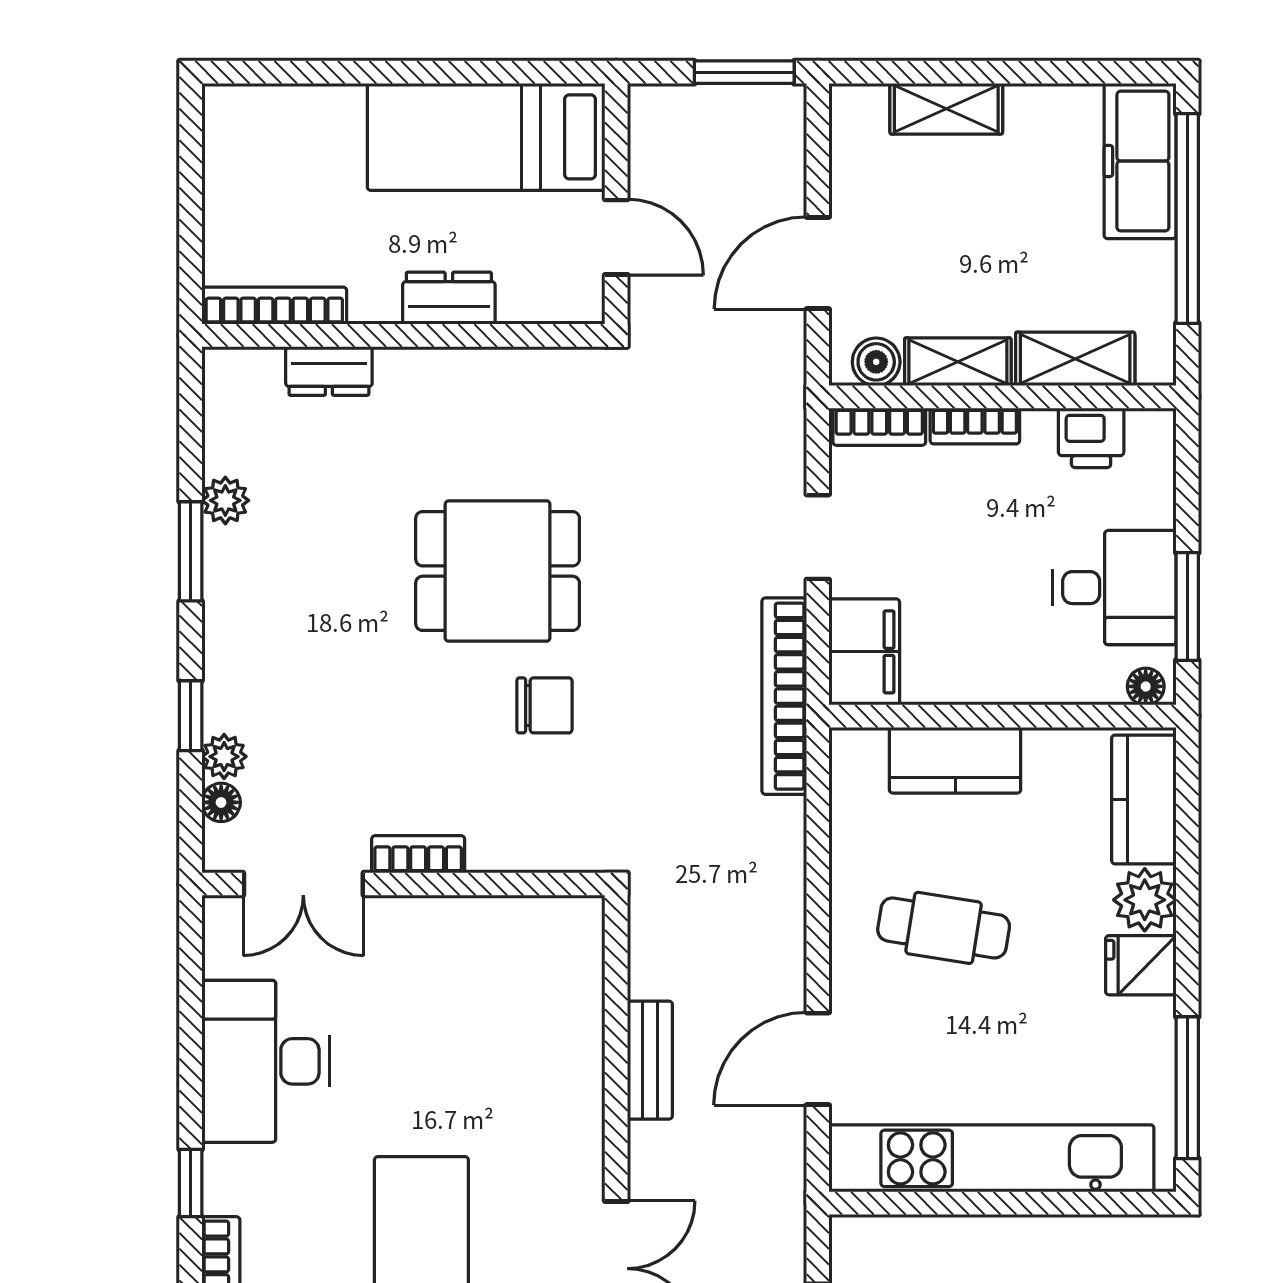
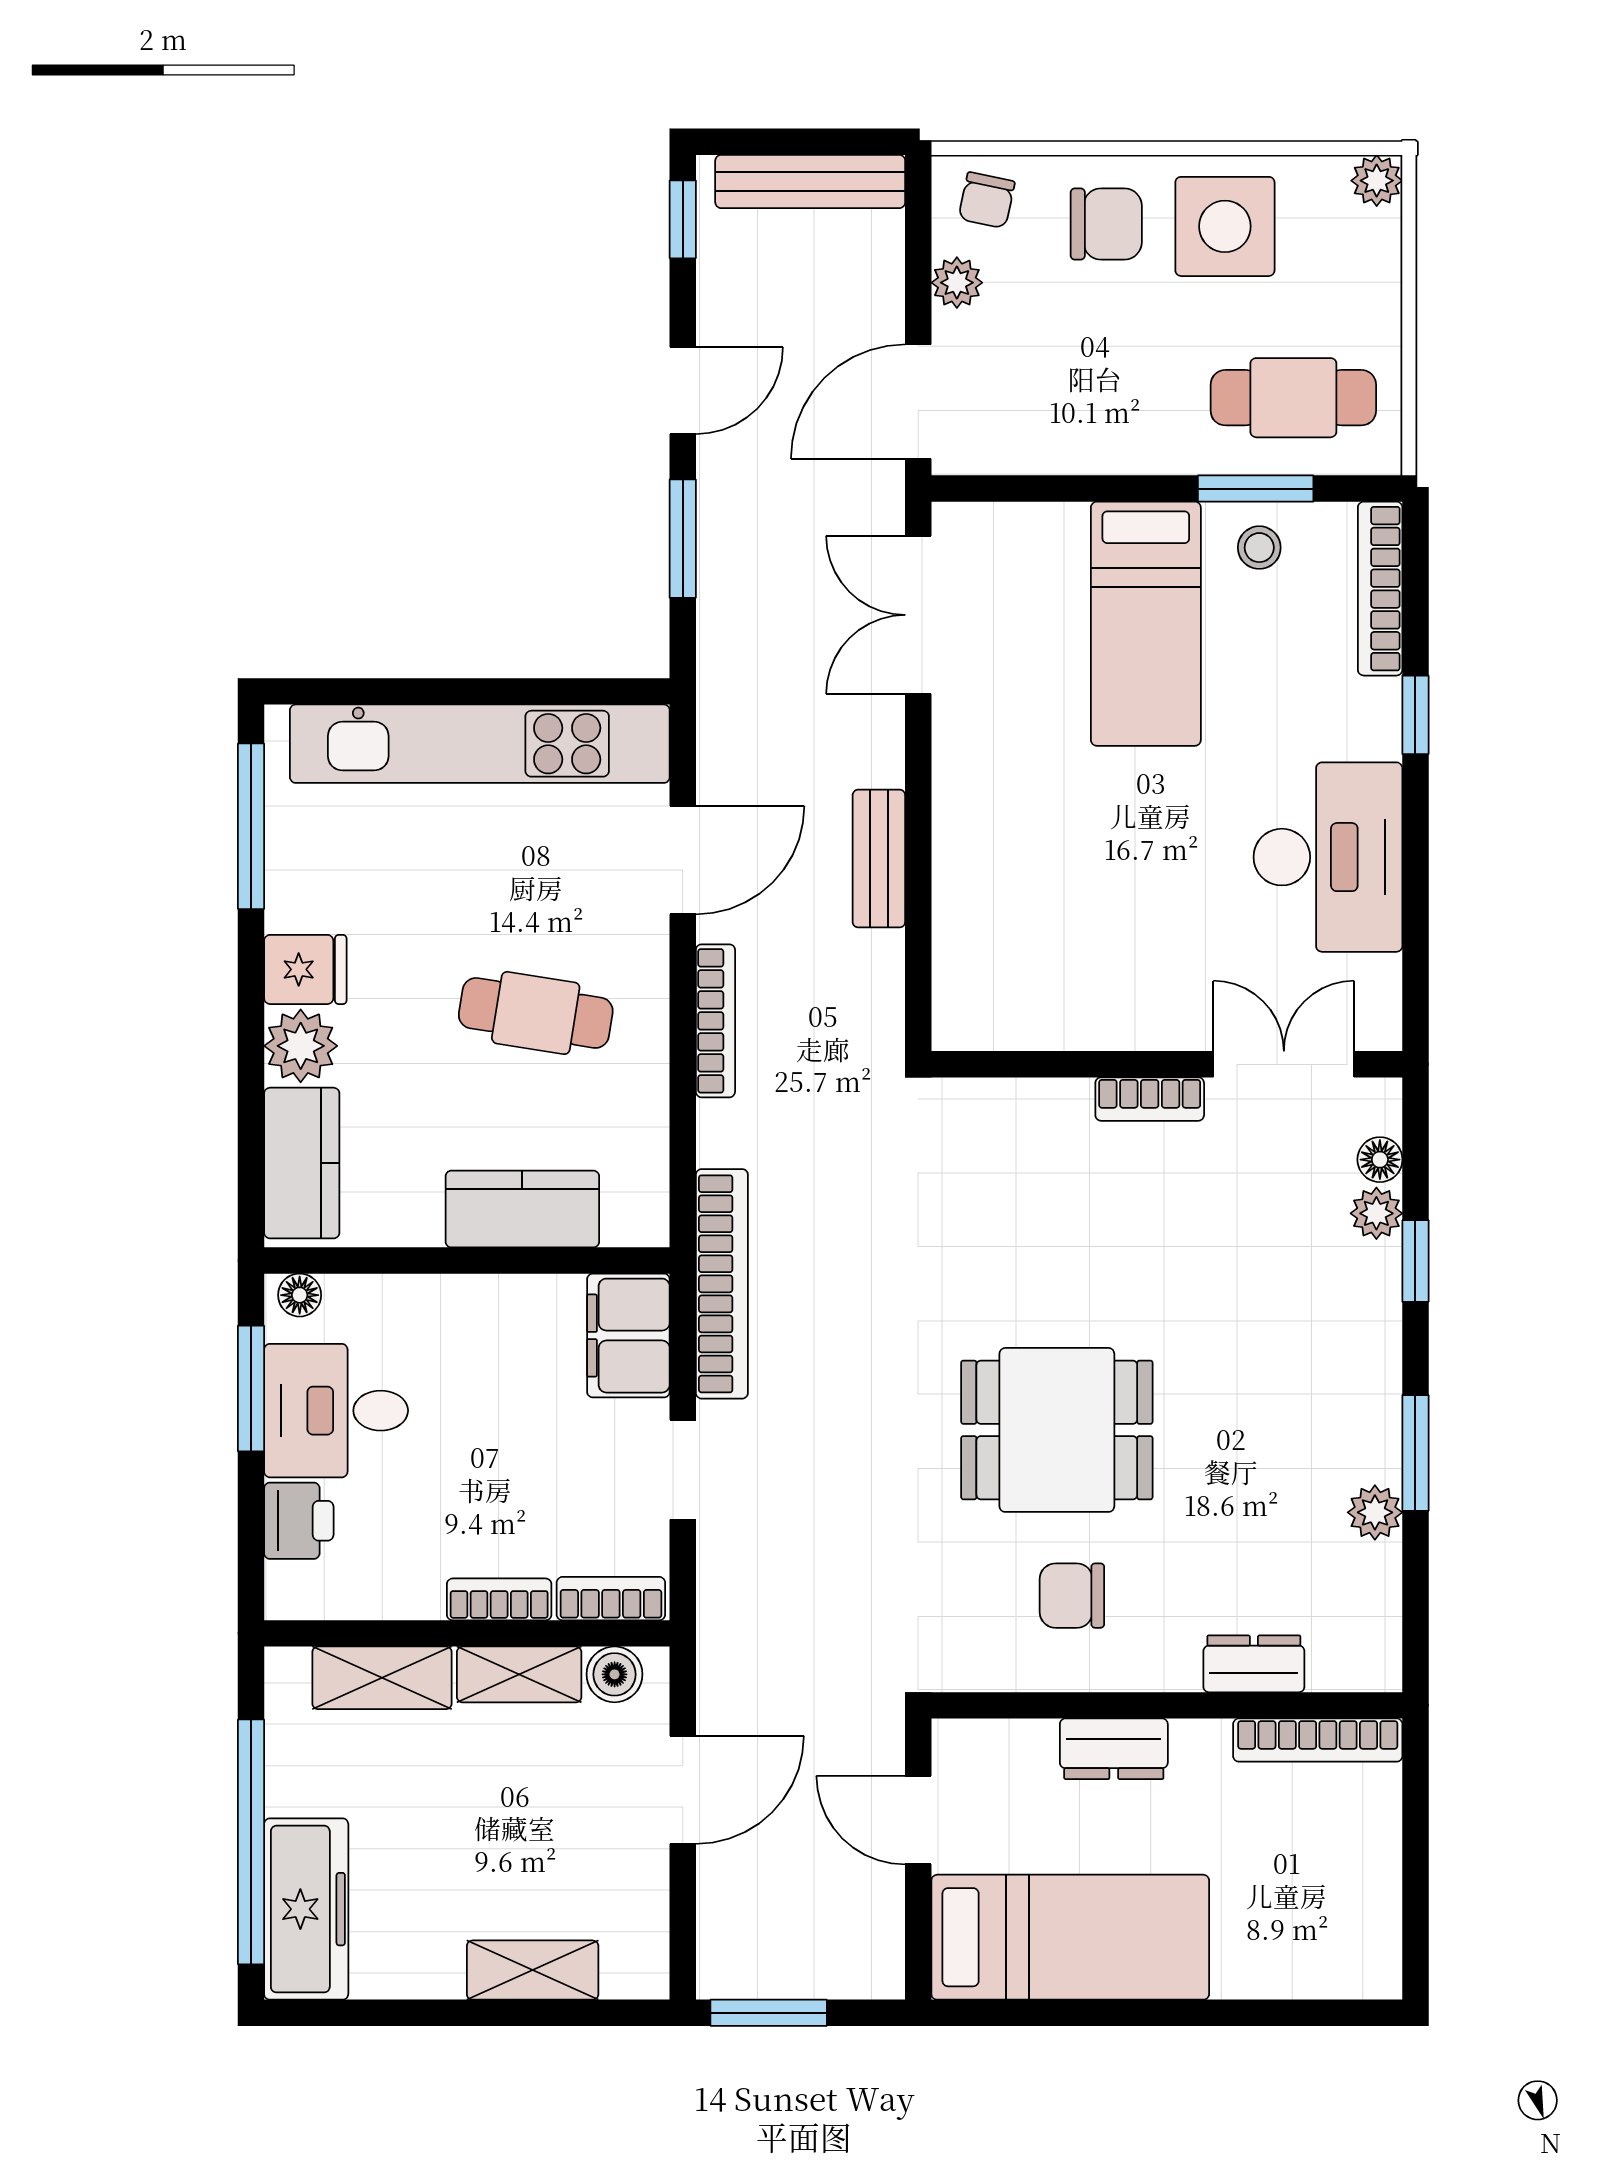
printer: (1091, 438) -> (299, 1521), moved, turned 90
chair: (545, 705) -> (1072, 1596), moved
bookcase: (790, 921) -> (715, 1021), added

